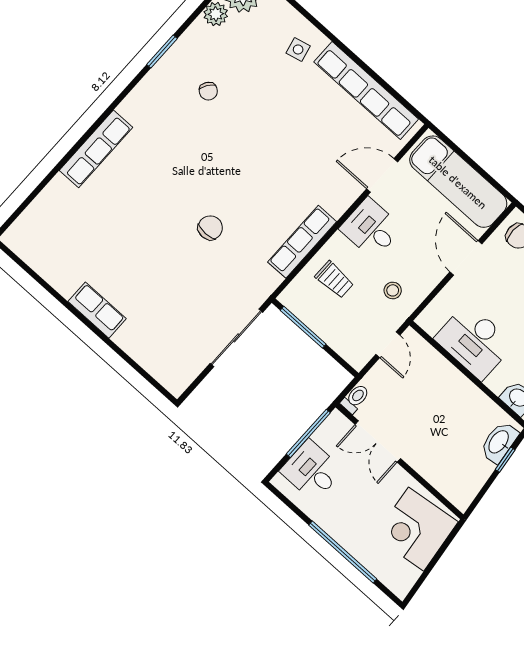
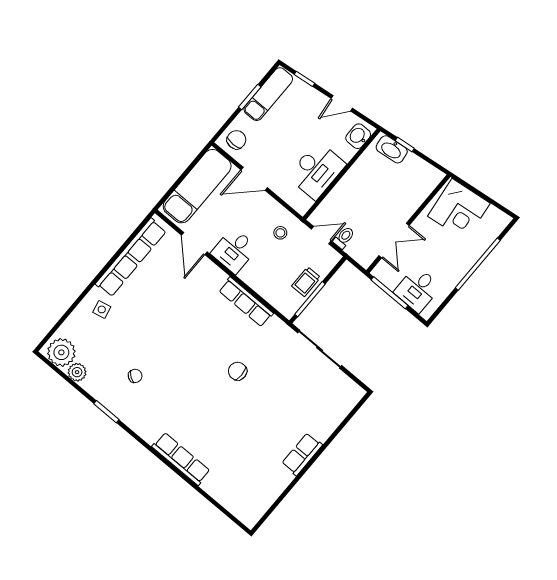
trolley: (334, 280) -> (306, 282), moved, turned 180
toilet: (355, 398) -> (344, 238), moved, turned 90

